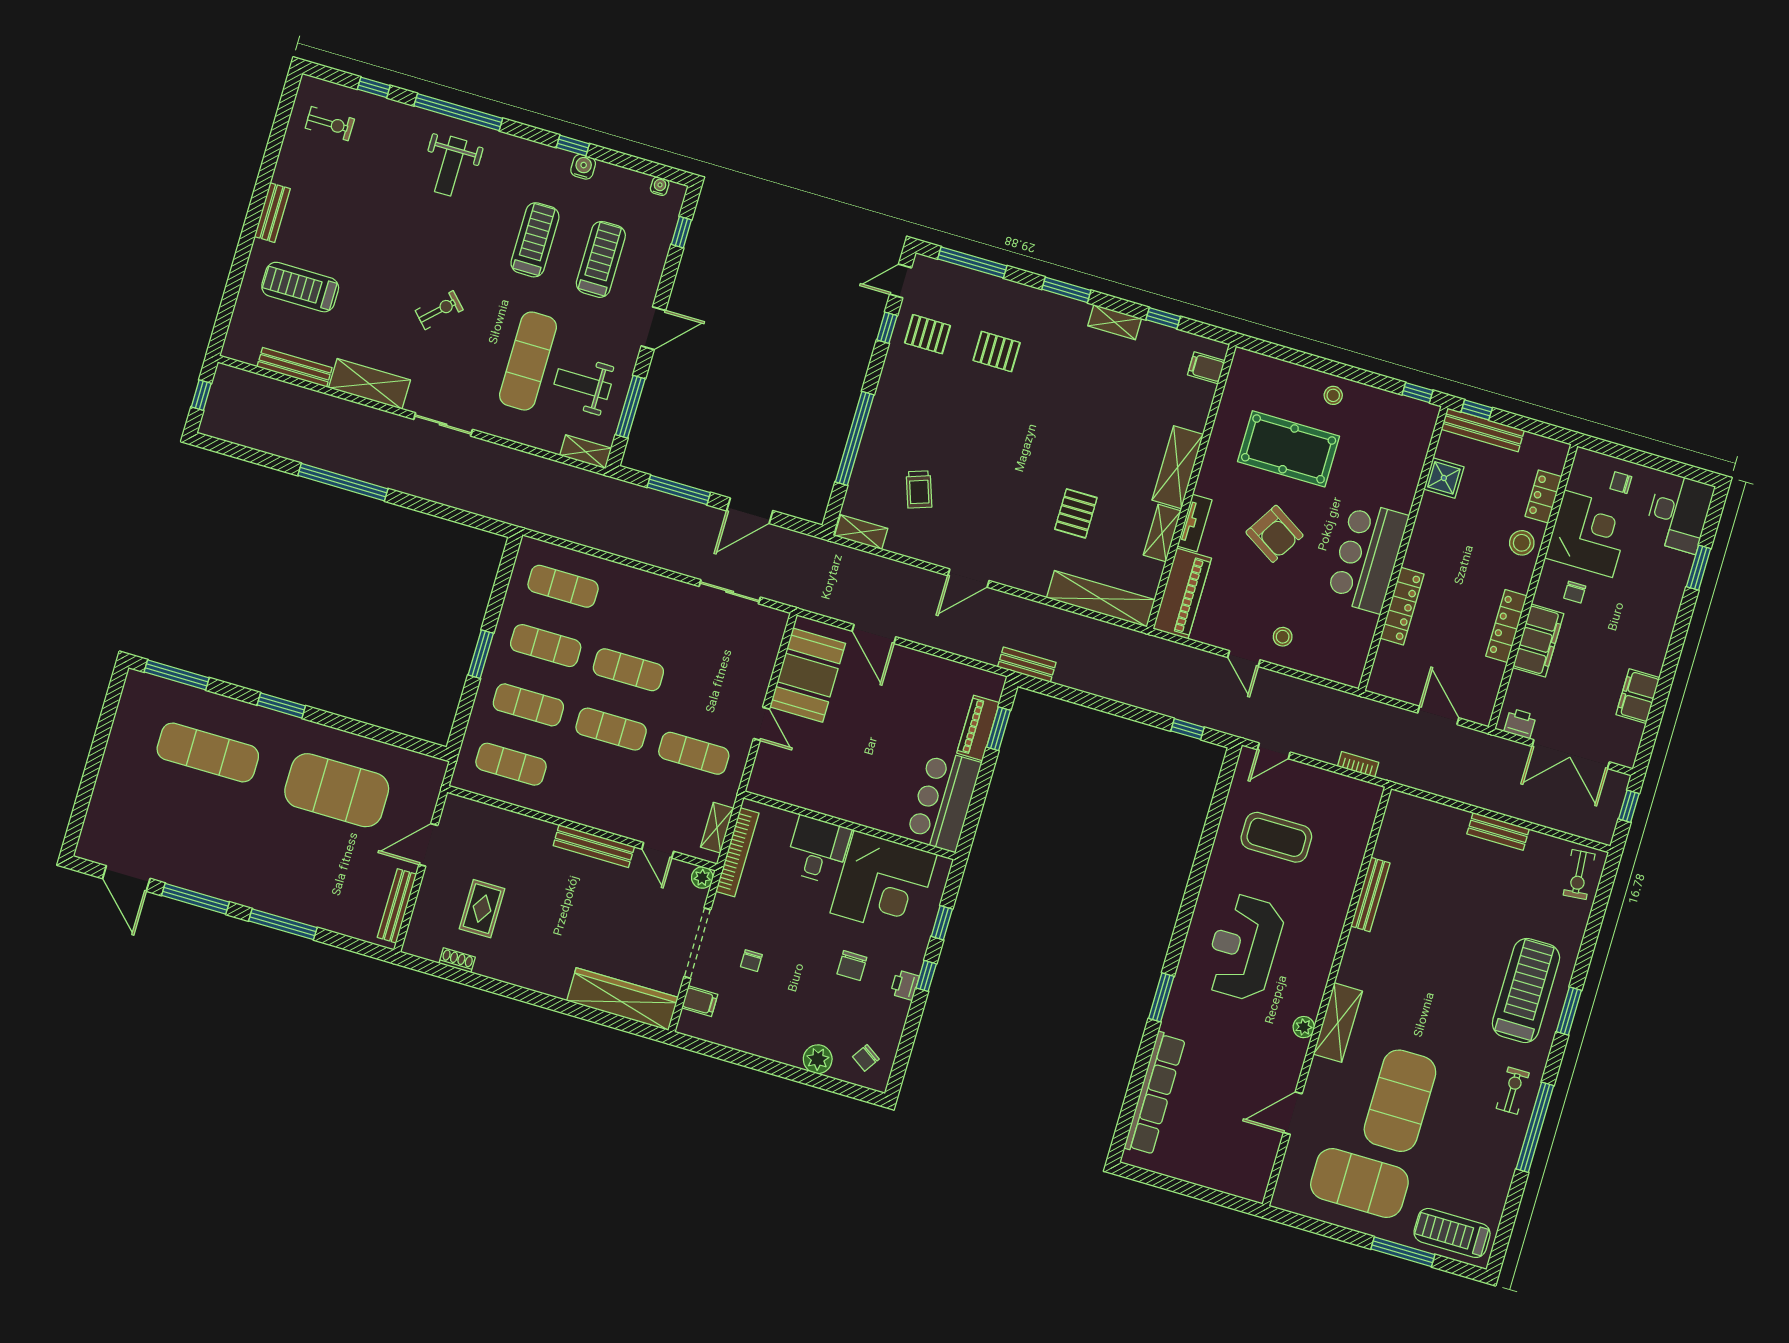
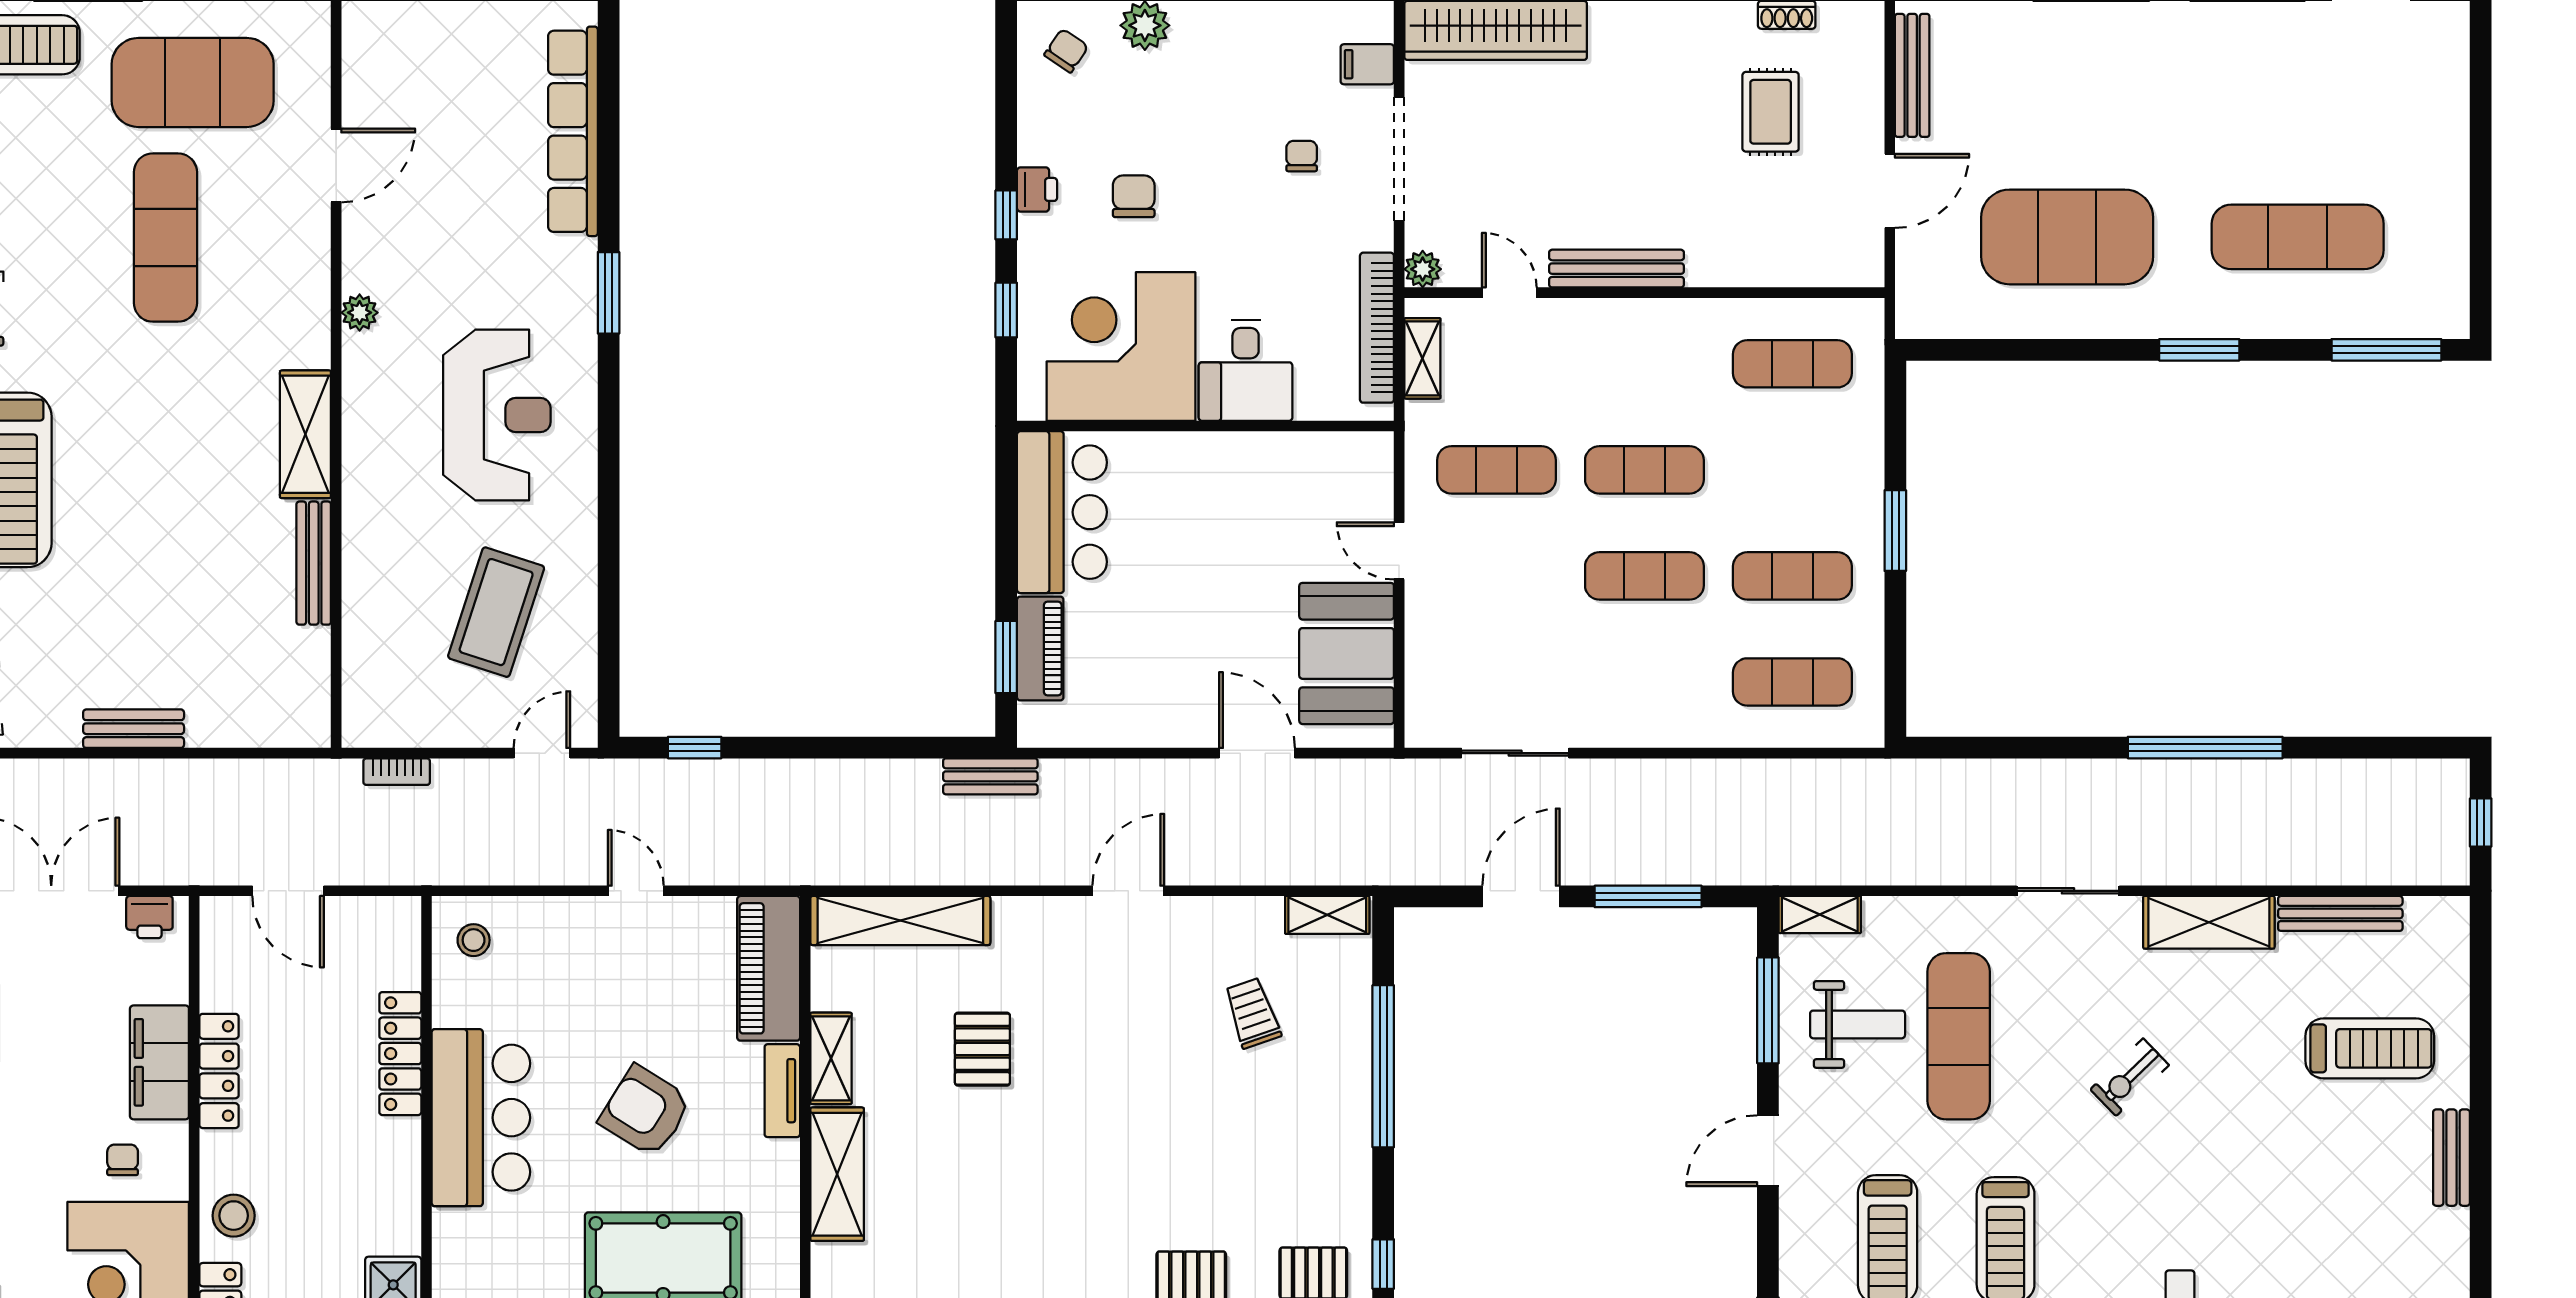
stool: (1283, 637) -> (474, 940), moved
exercise mat: (528, 705) -> (1792, 470), removed
coffee table: (1276, 837) -> (496, 612), turned -72
shelving: (1338, 1023) -> (305, 434), moved
exercise mat: (1400, 1101) -> (165, 238), width x0.68

